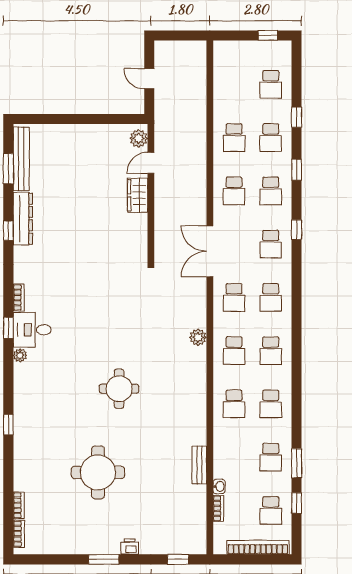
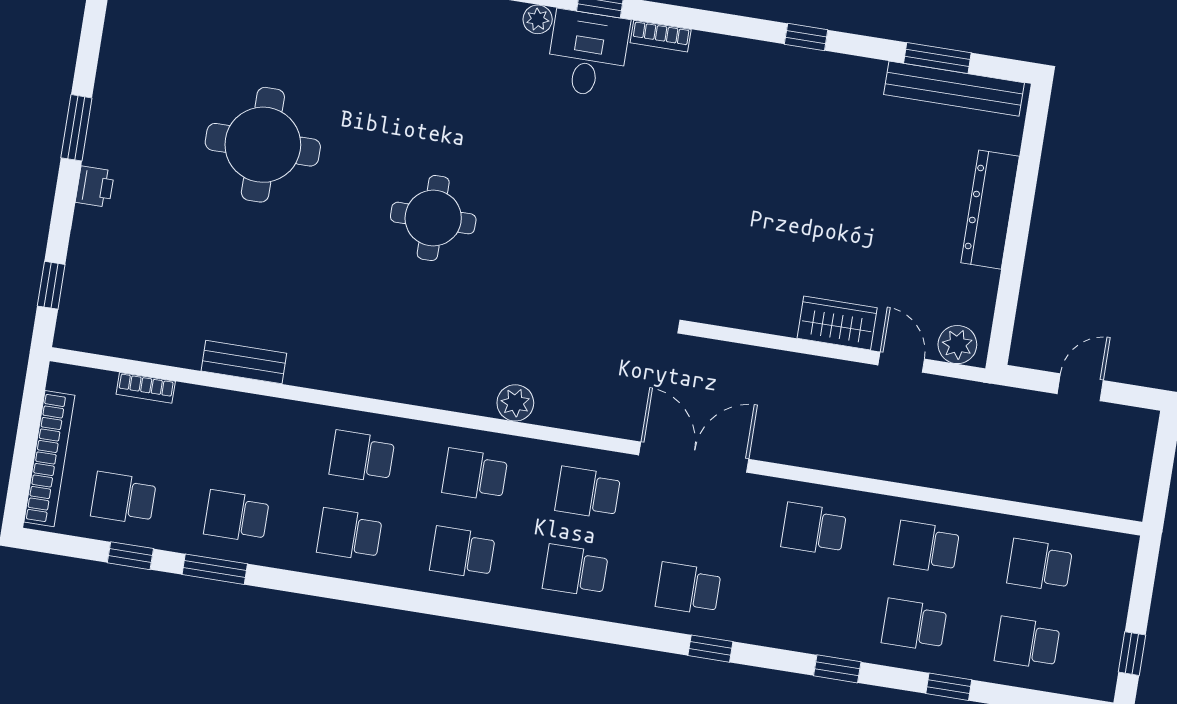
school desk: (271, 191) -> (1040, 565), moved
dresser: (23, 219) -> (990, 210), moved, turned 90
washbasin: (219, 486) -> (192, 397), removed

